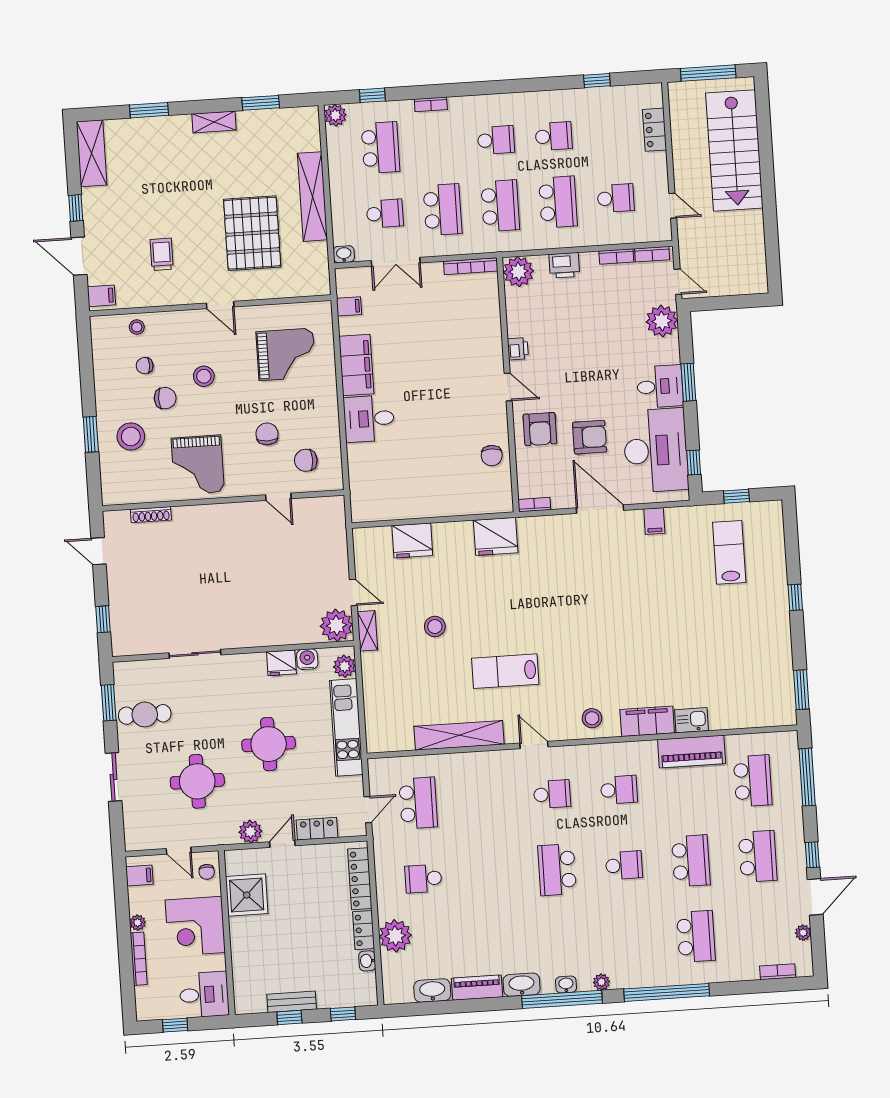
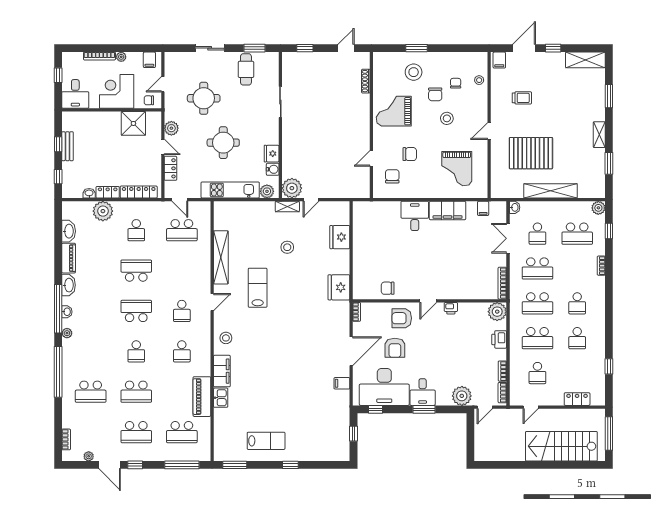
lab bench: (729, 552) -> (266, 441), moved
school desk: (490, 874) -> (136, 271), added
school desk: (423, 879) -> (136, 230), turned 180

